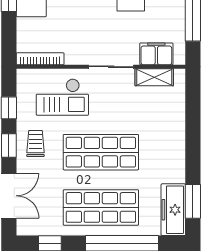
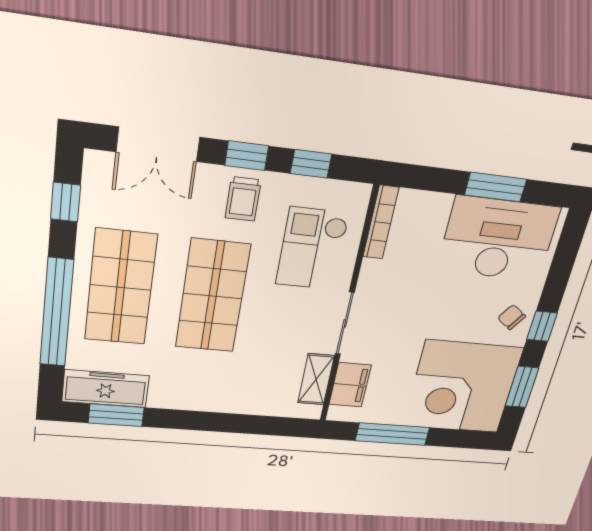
trolley: (35, 143) -> (243, 199), turned 90

